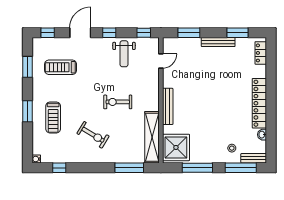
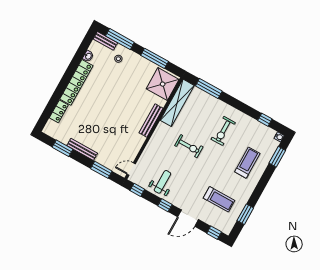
locker: (261, 53) -> (59, 111), moved
door: (161, 61) -> (131, 169), moved
window: (27, 111) -> (277, 157), moved
exercise bike: (93, 135) -> (223, 131), turned -121

